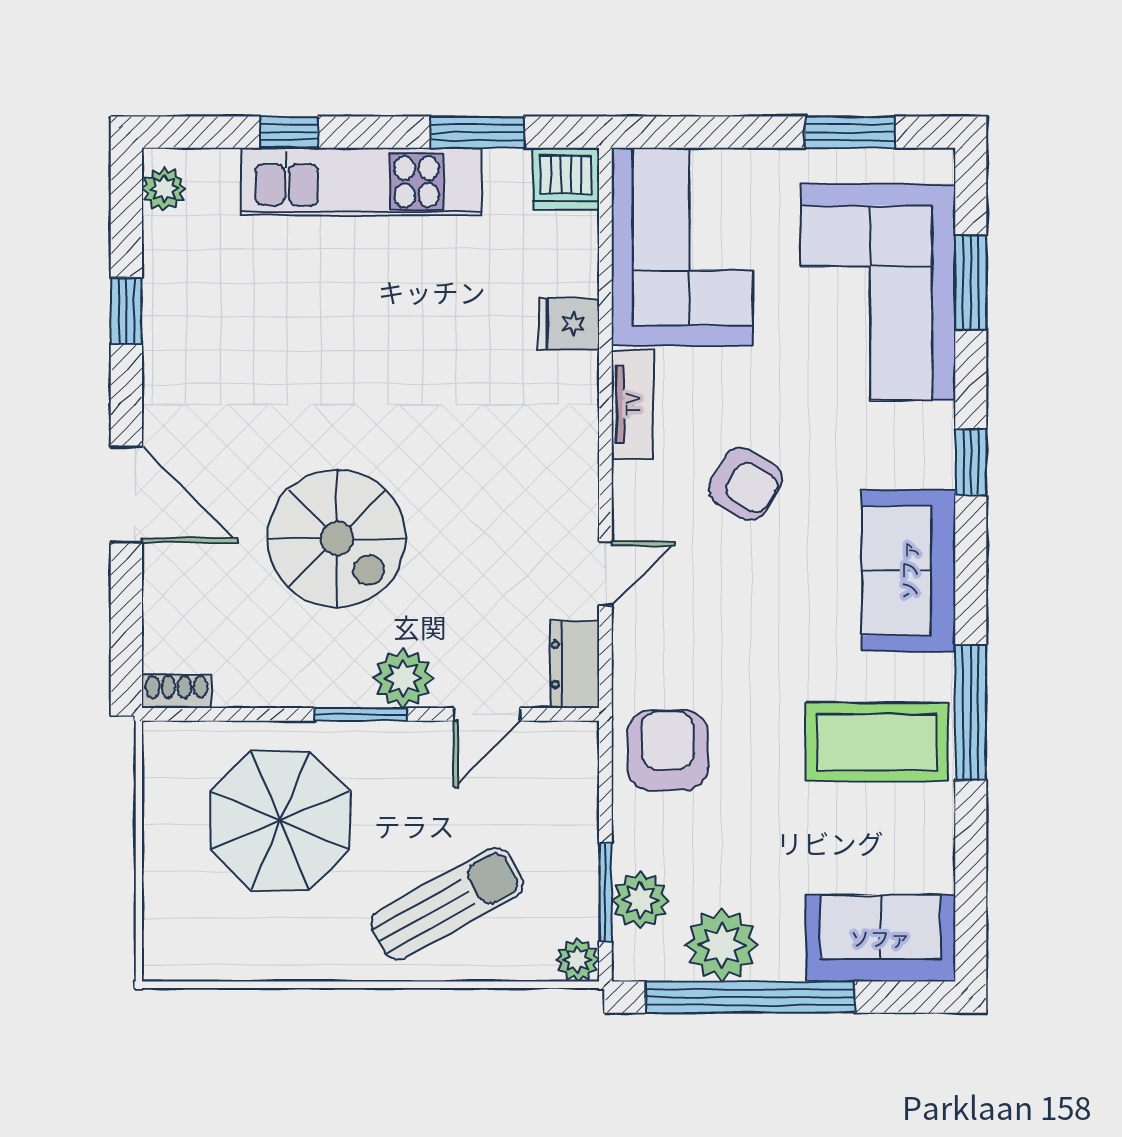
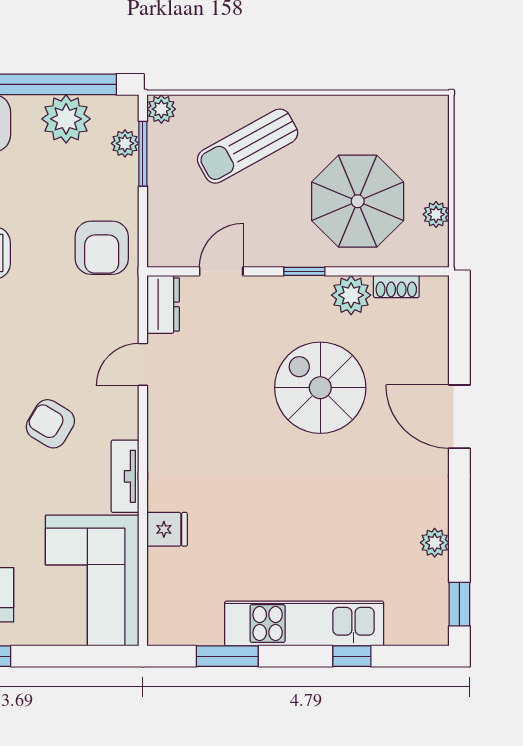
dishwasher: (566, 179) -> (169, 625), removed
plant: (164, 189) -> (435, 543), moved
window: (126, 311) -> (459, 604), moved
plant: (403, 678) -> (351, 295), moved
shoe rack: (176, 691) -> (396, 287), moved
window: (361, 714) -> (304, 271), width x0.67
plant: (162, 800) -> (436, 214), added
plant: (640, 900) -> (125, 143), width x0.73, depth x0.73

